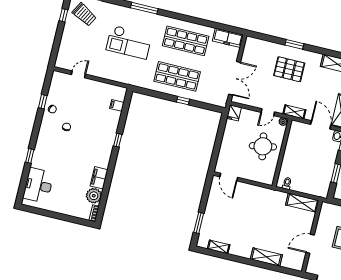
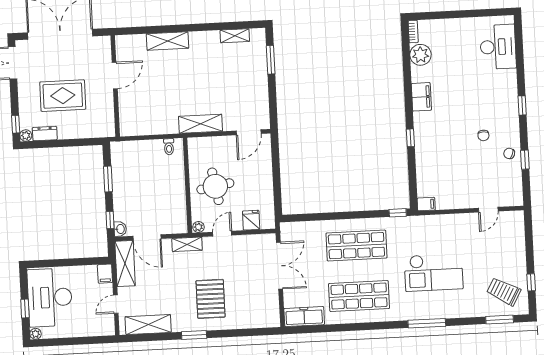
checkout: (129, 42) -> (434, 272), turned 180
window: (294, 44) -> (194, 335), moved
pallet: (289, 69) -> (211, 299), turned 90
double door: (235, 78) -> (280, 266), swing flipped
window: (183, 101) -> (398, 213), moved
filing cabinet: (117, 105) -> (426, 204), moved
fridge: (234, 113) -> (251, 220), moved
window: (30, 156) -> (522, 105), moved
door: (229, 177) -> (249, 132), swing flipped
filing cabinet: (99, 178) -> (421, 97), moved
shelving: (302, 203) -> (201, 124), moved

